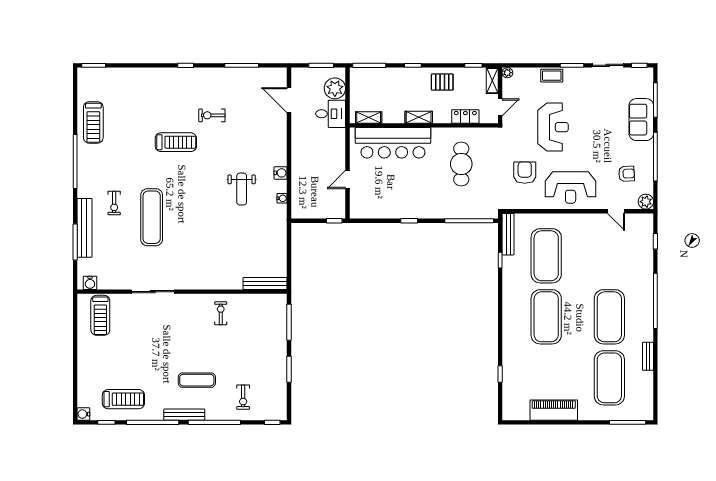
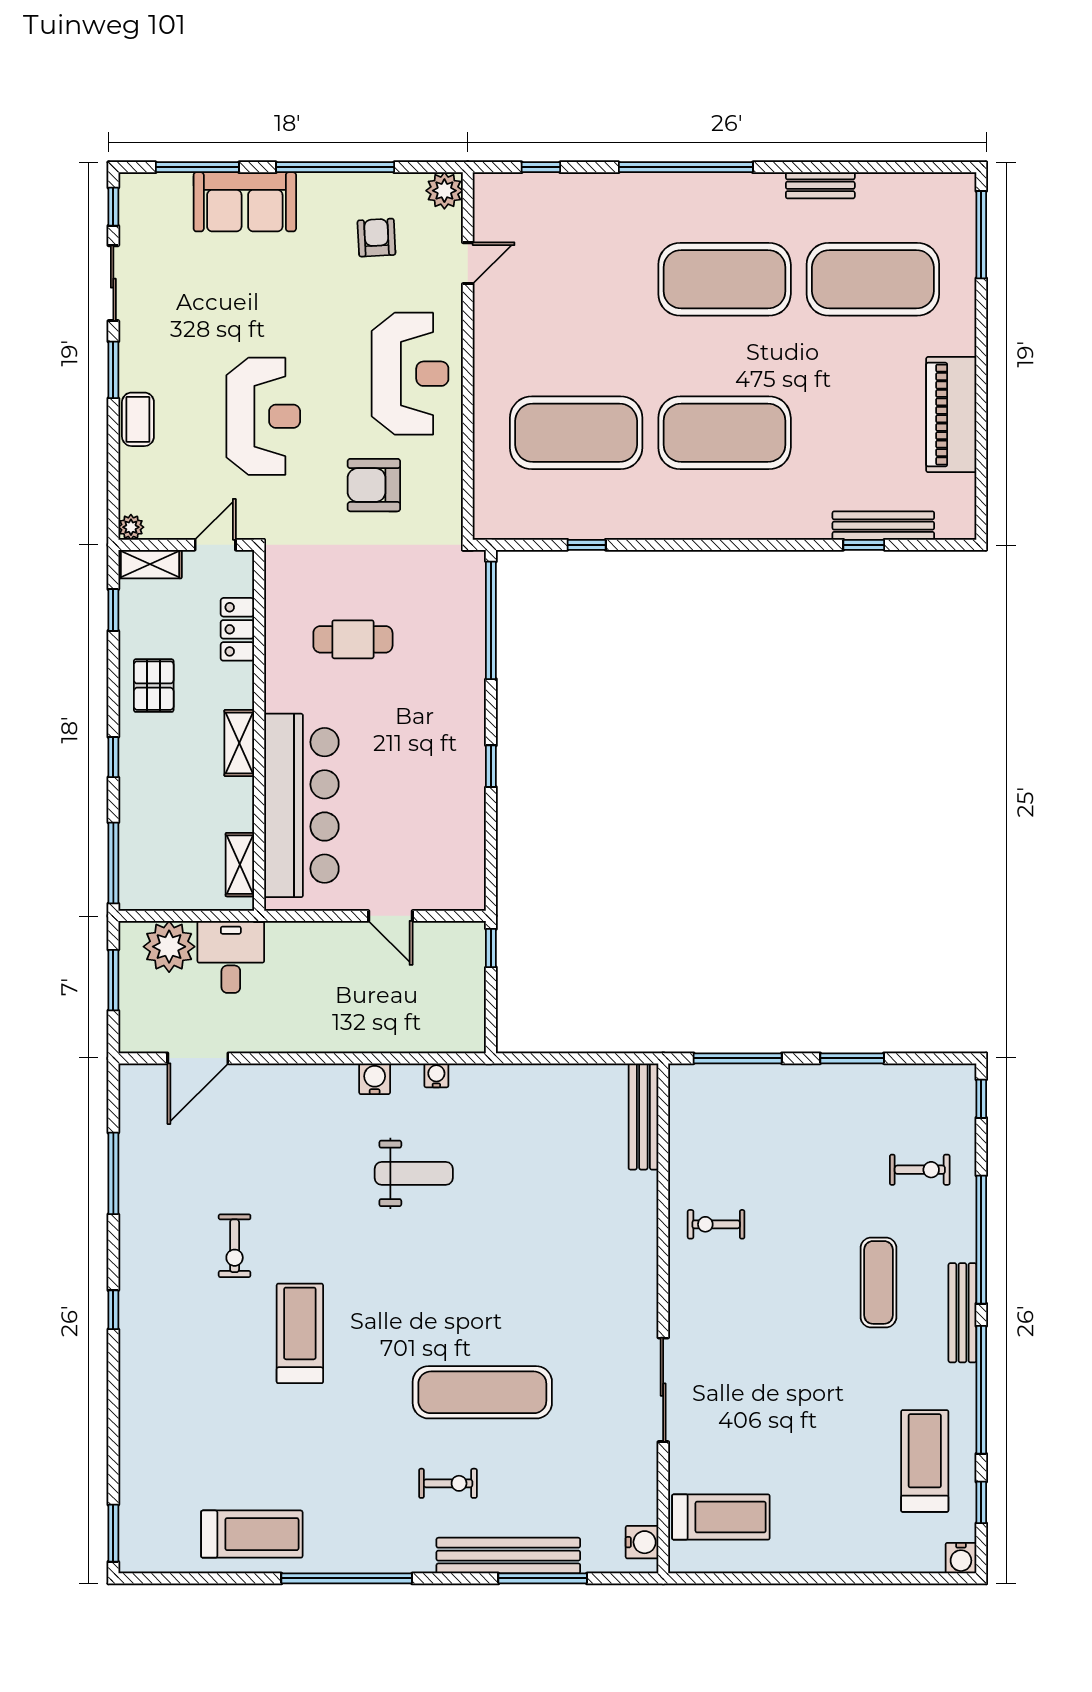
door: (500, 107) -> (215, 545), hinge flipped
reception desk: (553, 127) -> (263, 416), turned 90
cafe table: (461, 164) -> (353, 639), width x0.73, depth x0.74
bench: (508, 234) -> (883, 526), moved

